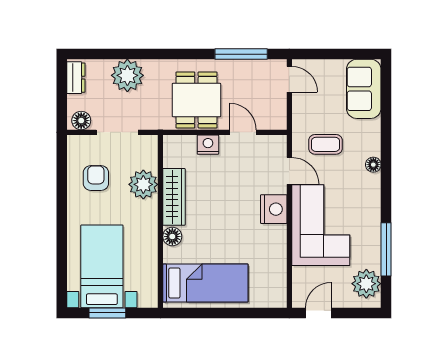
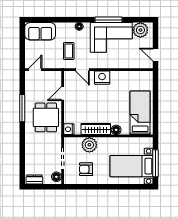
window: (241, 54) -> (22, 108), moved
plant: (127, 75) -> (33, 153), removed
dining table: (196, 100) -> (46, 117), turned 90
nightstand: (208, 145) -> (69, 129), moved
door: (289, 171) -> (82, 70), swing flipped
corner sofa: (321, 225) -> (111, 37), moved, turned 180
window: (386, 249) -> (108, 20), moved
window: (107, 313) -> (156, 163), width x1.44

